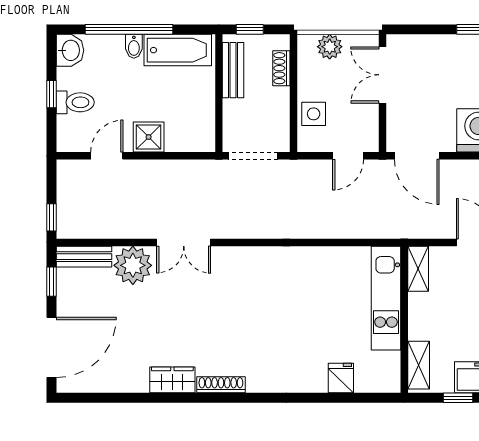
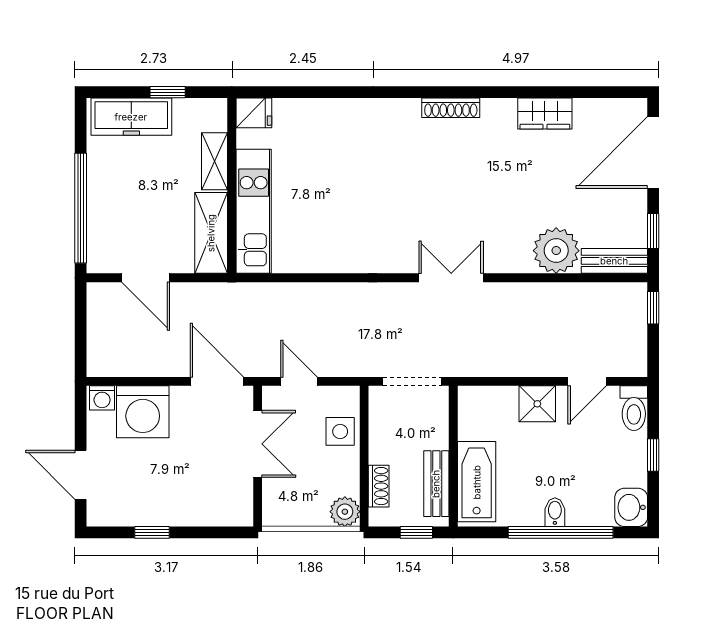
plant: (330, 47) -> (345, 512), moved
bathtub: (178, 50) -> (477, 482), moved, turned 90
double door: (383, 75) -> (258, 444), moved
toilet: (75, 102) -> (634, 408), moved, turned -90
door: (348, 156) -> (299, 381), hinge flipped
double door: (184, 242) -> (451, 278), moved
shelving: (418, 269) -> (211, 233), width x1.50, depth x1.33
shelving: (419, 365) -> (215, 161), moved
fridge: (341, 378) -> (254, 113), moved, turned -90
wardrobe: (172, 380) -> (545, 114), moved

